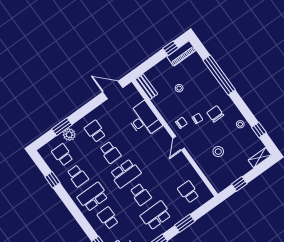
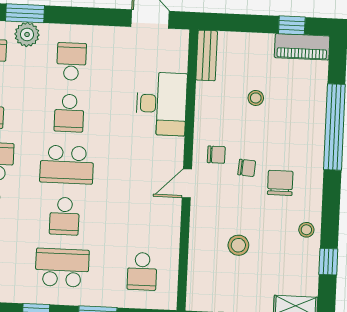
school desk: (188, 192) -> (142, 271), turned 180

